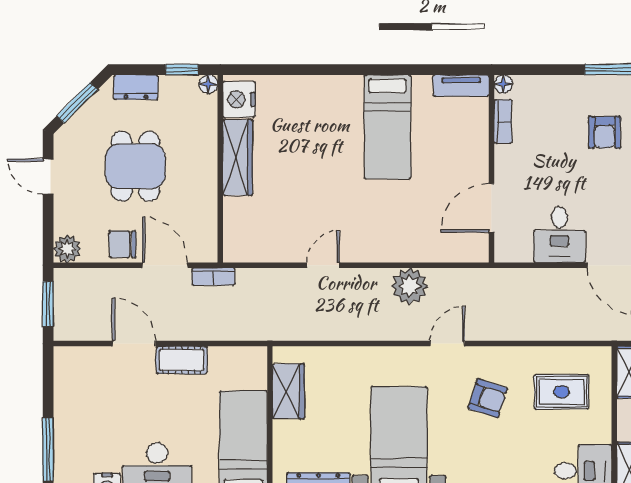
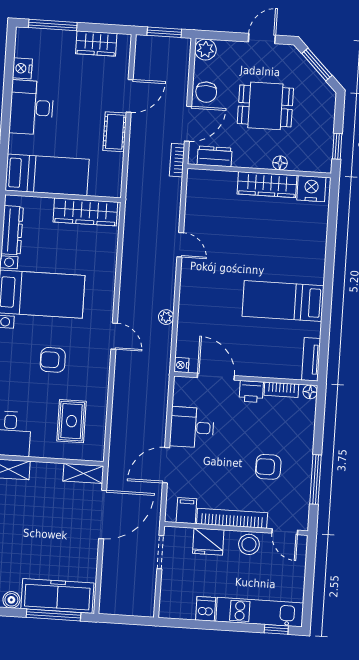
floor lamp: (208, 84) -> (280, 163), moved
dresser: (136, 87) -> (215, 156), moved, turned 90
printer: (508, 161) -> (251, 391), added
chair: (122, 244) -> (206, 92), turned 180
nightstand: (479, 254) -> (181, 365), added
plant: (410, 286) -> (166, 317), width x0.53, depth x0.53
wardrobe: (68, 391) -> (96, 43), added
wardrobe: (288, 391) -> (85, 212), width x1.50
armchair: (488, 398) -> (53, 360), moved, turned 72

